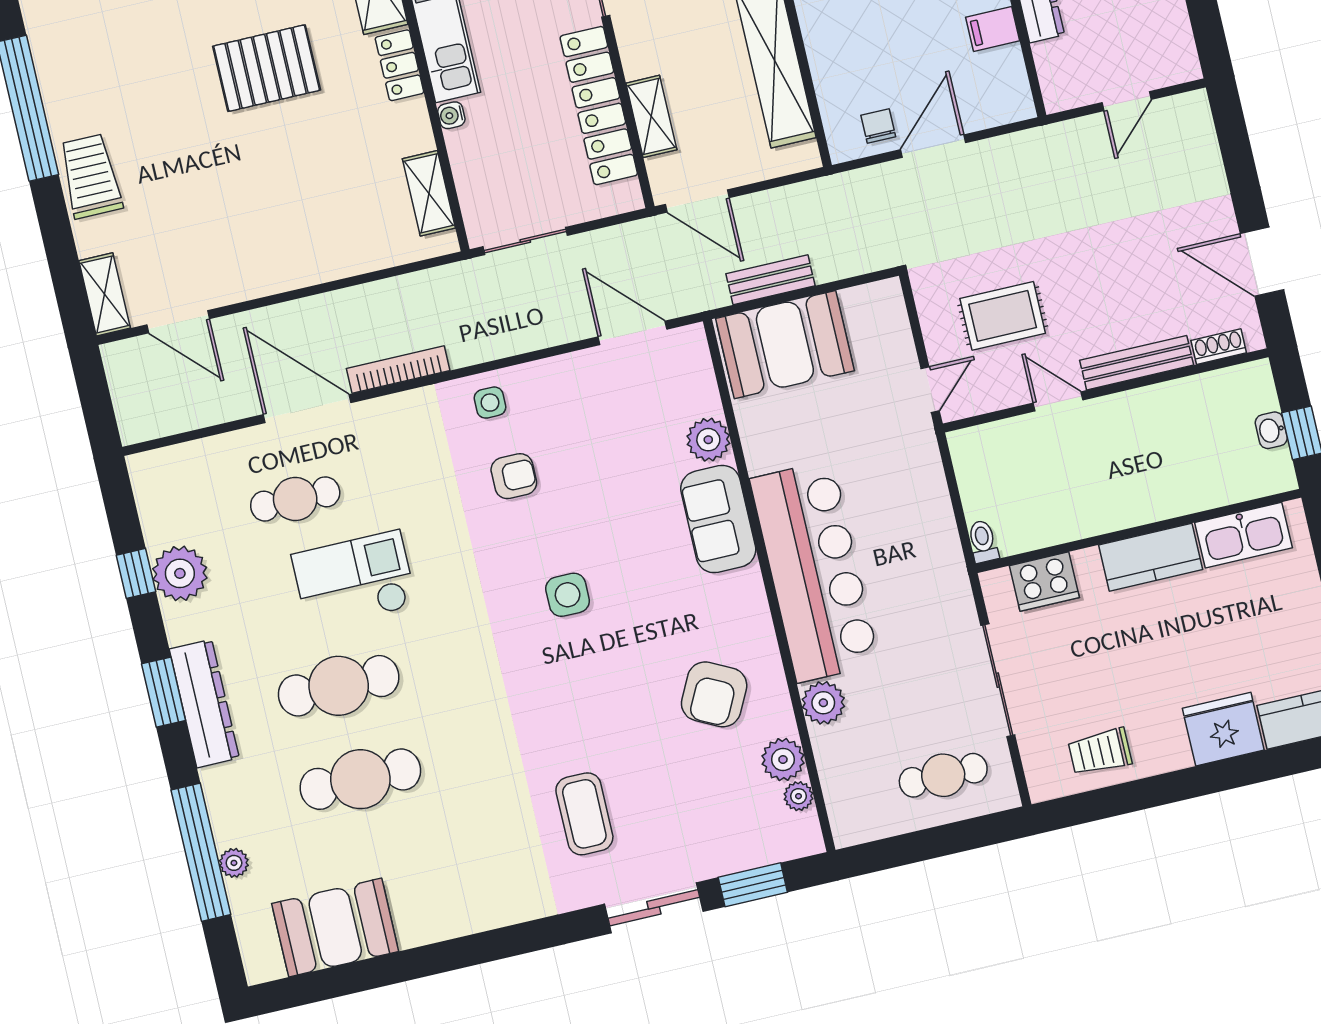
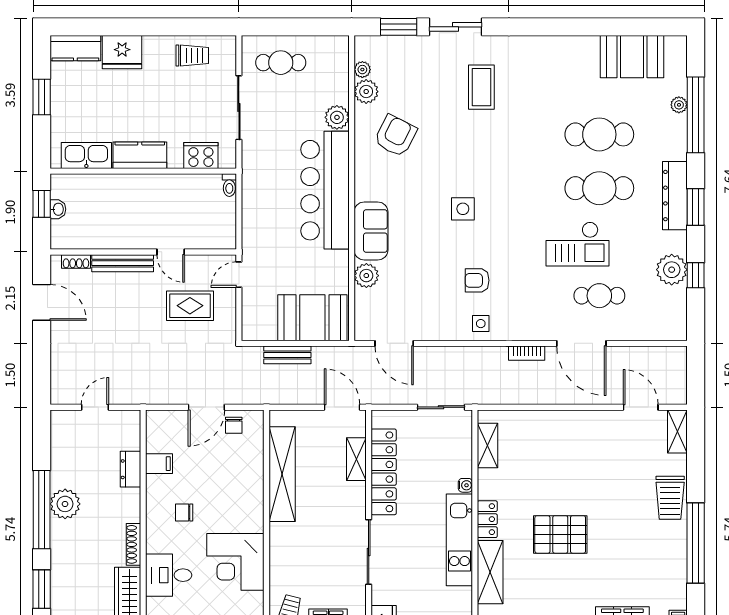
bench: (771, 280) -> (287, 355), moved
bookcase: (398, 370) -> (527, 353), width x0.64

